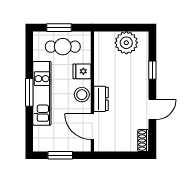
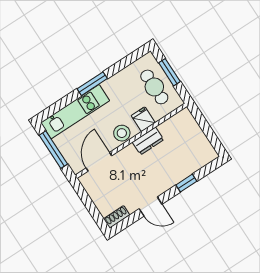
plant: (126, 43) -> (196, 143), removed
kitchen unit: (42, 93) -> (75, 112), moved
dresser: (101, 99) -> (148, 141), moved
window: (60, 155) -> (53, 150), width x1.44

